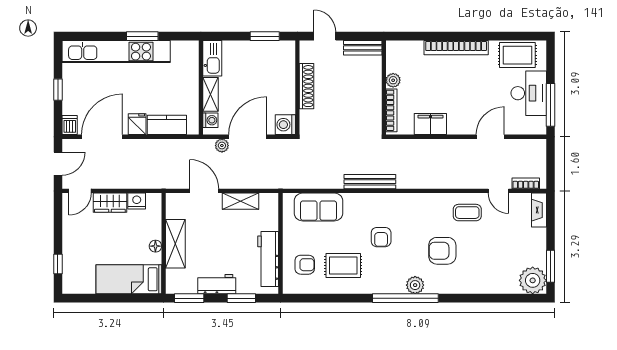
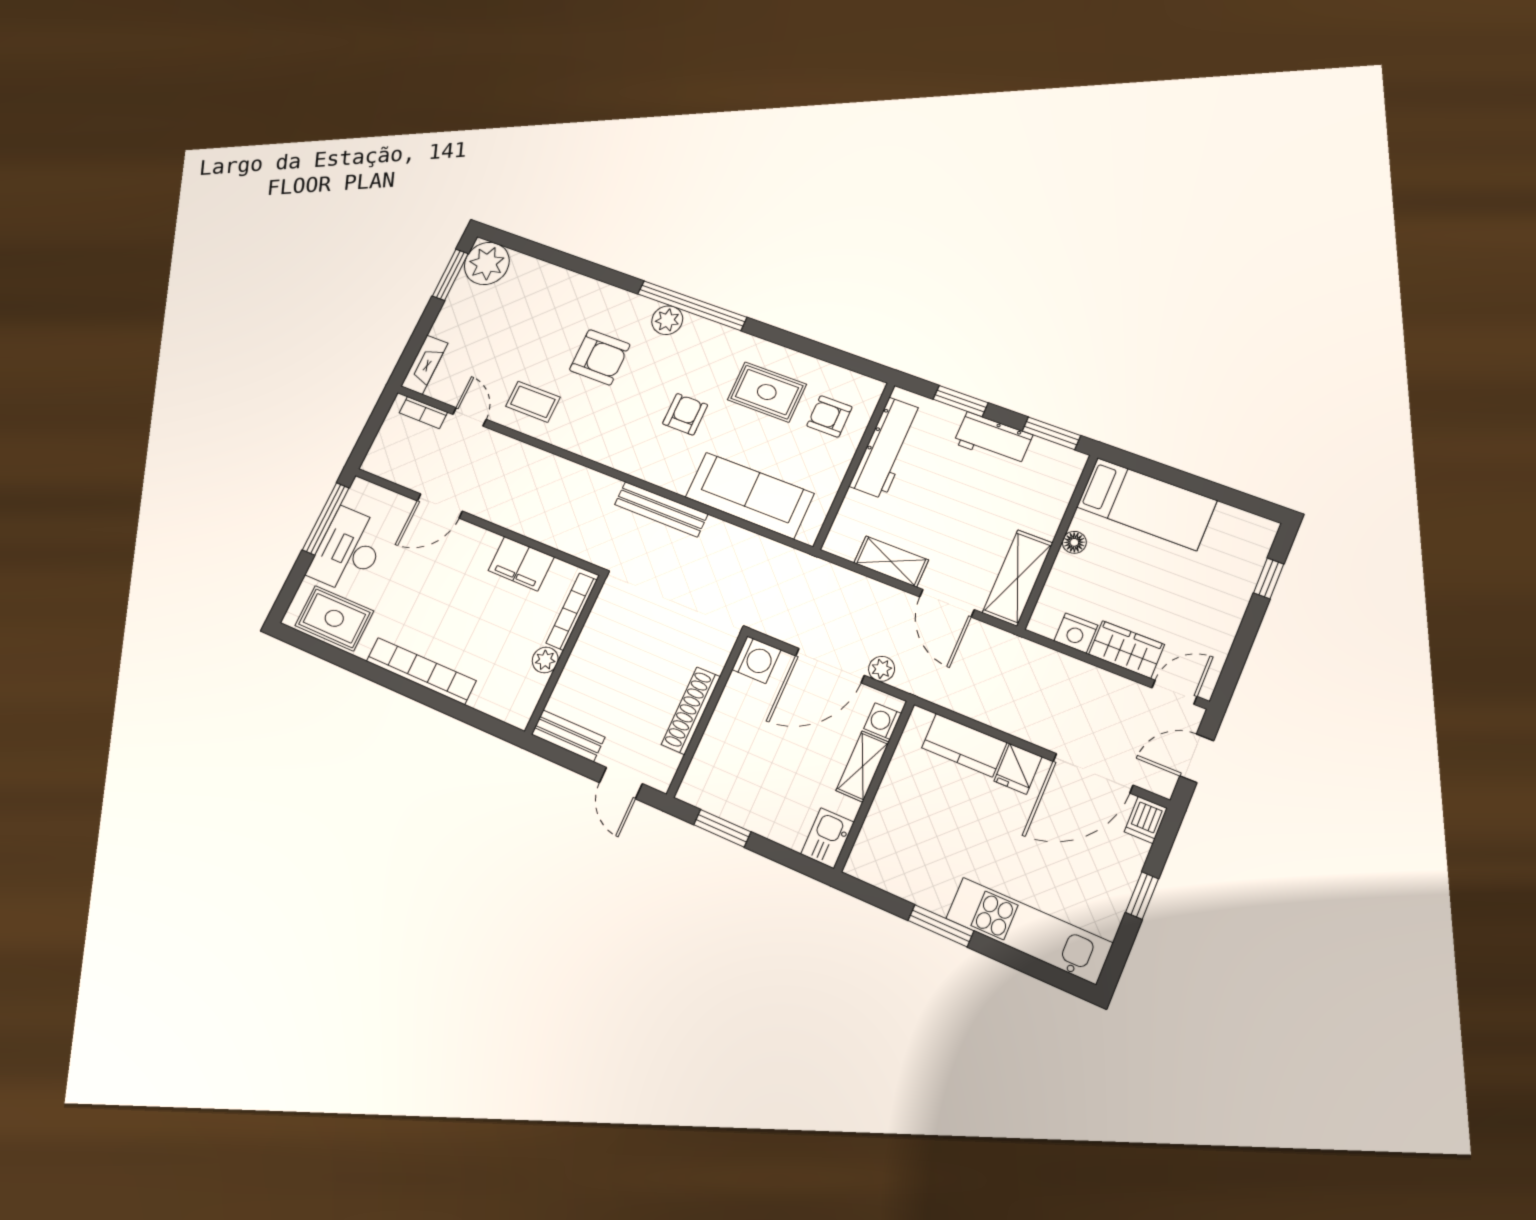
kitchen unit: (116, 52) -> (1029, 931), width x0.73
kitchen sink: (212, 58) -> (827, 838), width x0.73
sofa: (318, 207) -> (749, 495), width x1.36
shelving: (175, 244) -> (1018, 578), moved

